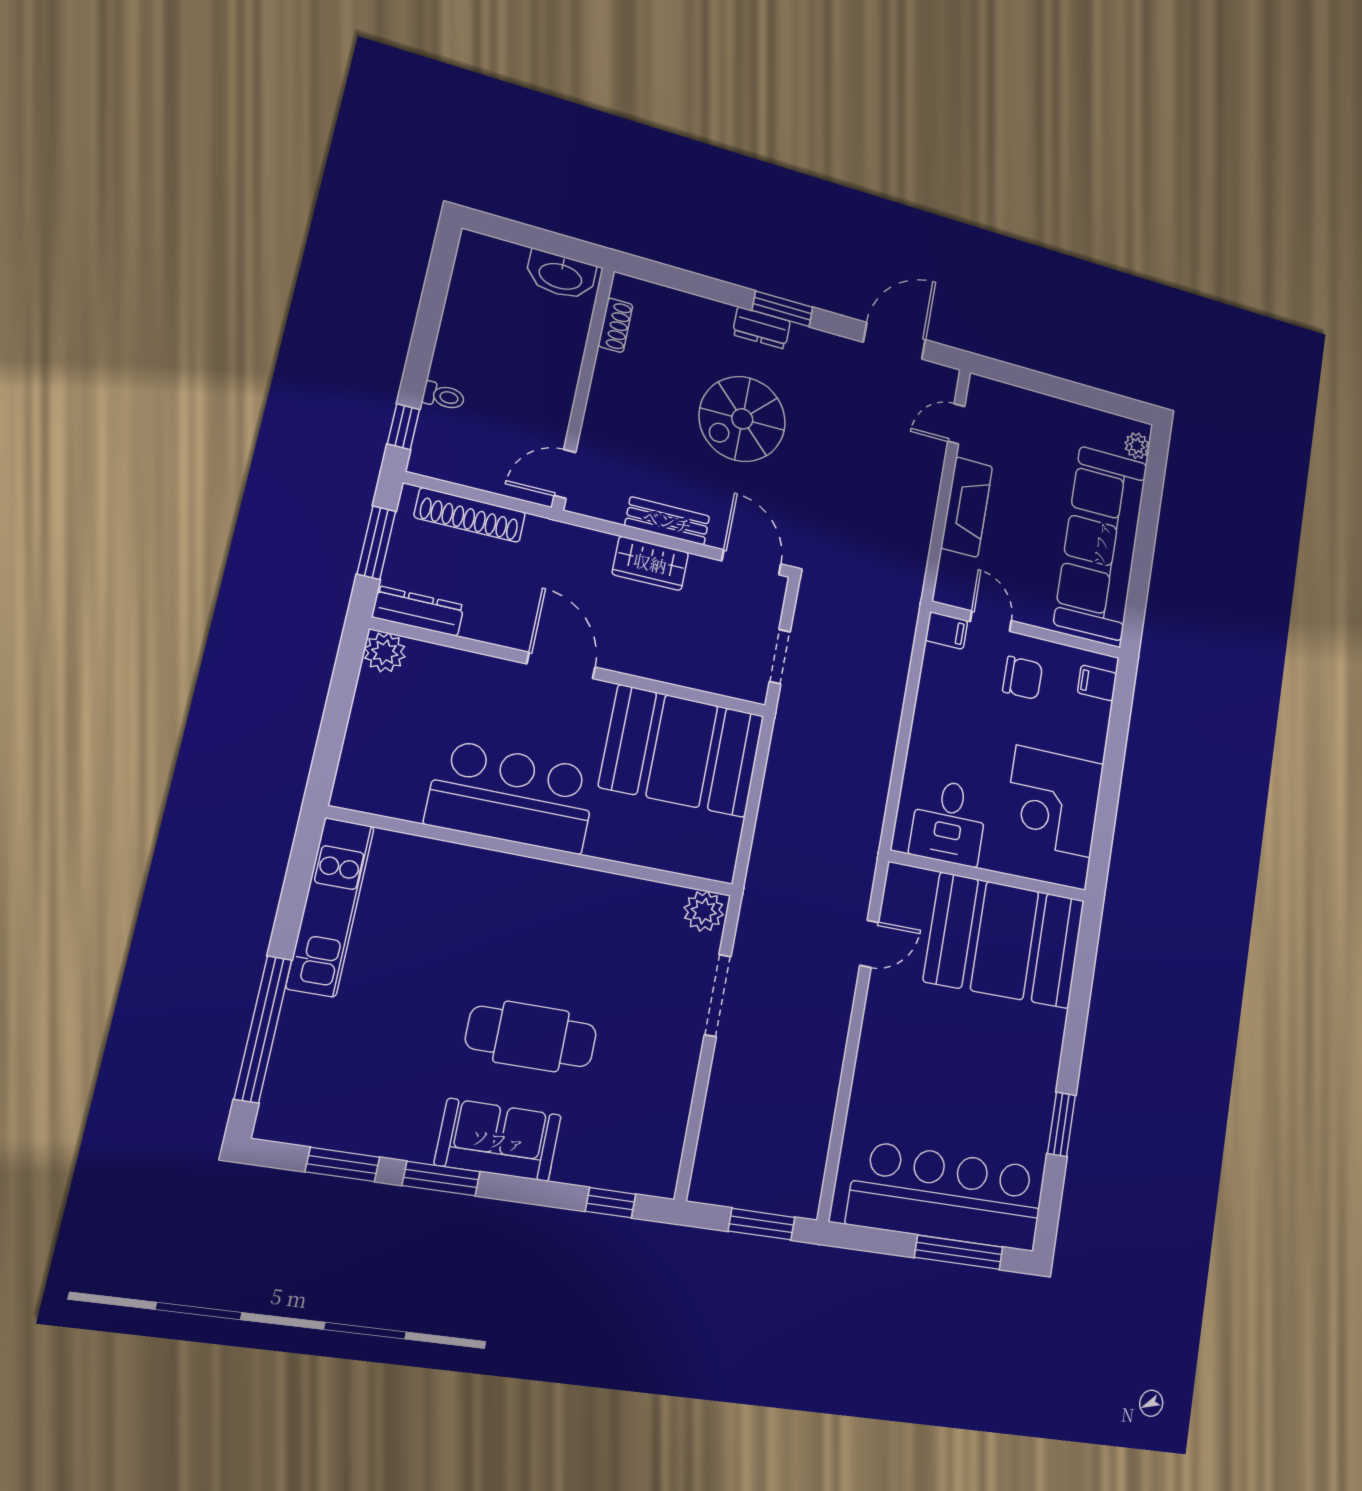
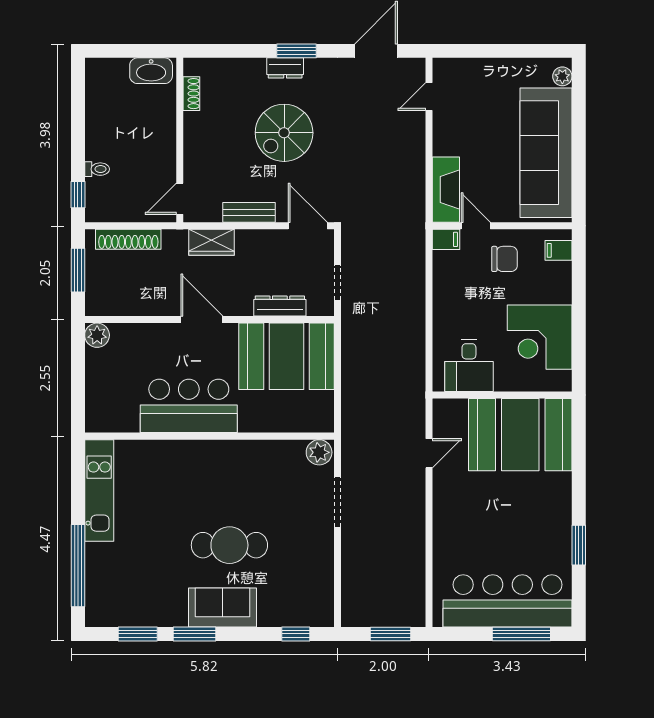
fireplace: (967, 507) -> (446, 190), moved
wardrobe: (650, 563) -> (211, 242), moved
dresser: (418, 611) -> (280, 306), moved

